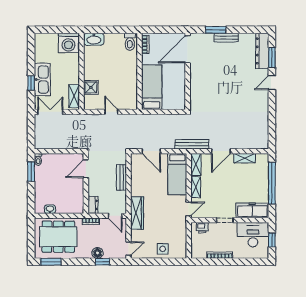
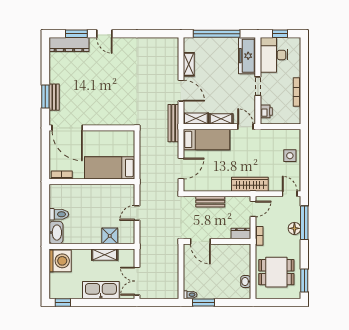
bench: (226, 38) -> (54, 97), moved
toilet: (130, 42) -> (59, 214), moved
window: (31, 83) -> (63, 303), moved
shelving: (74, 96) -> (105, 255), moved
dining table: (58, 237) -> (276, 272), width x0.73
window: (103, 262) -> (304, 223), width x2.17

